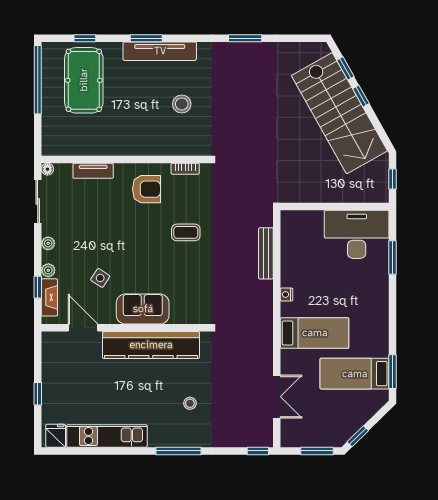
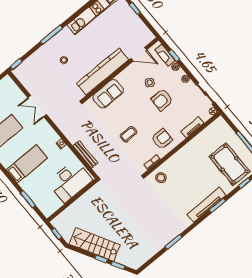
stool: (182, 104) -> (161, 178), moved
stairs: (339, 113) -> (95, 245), width x0.73, depth x0.66
armchair: (146, 189) -> (162, 139), turned 180
desk: (357, 234) -> (70, 181), moved
armchair: (103, 241) -> (162, 100), added
sofa: (143, 309) -> (108, 94), moved
bed: (315, 333) -> (27, 164), moved, turned 180
double door: (277, 397) -> (37, 106), moved

